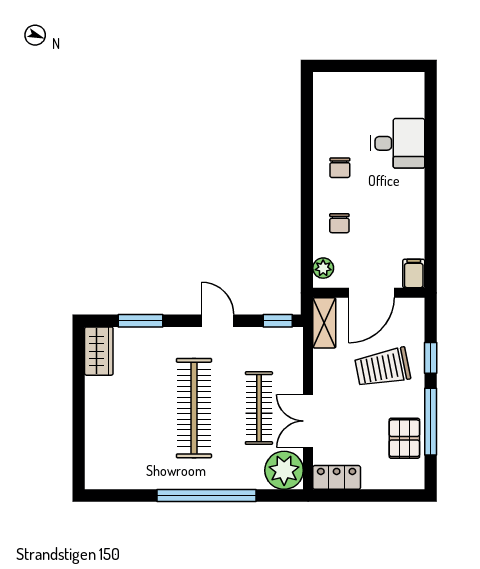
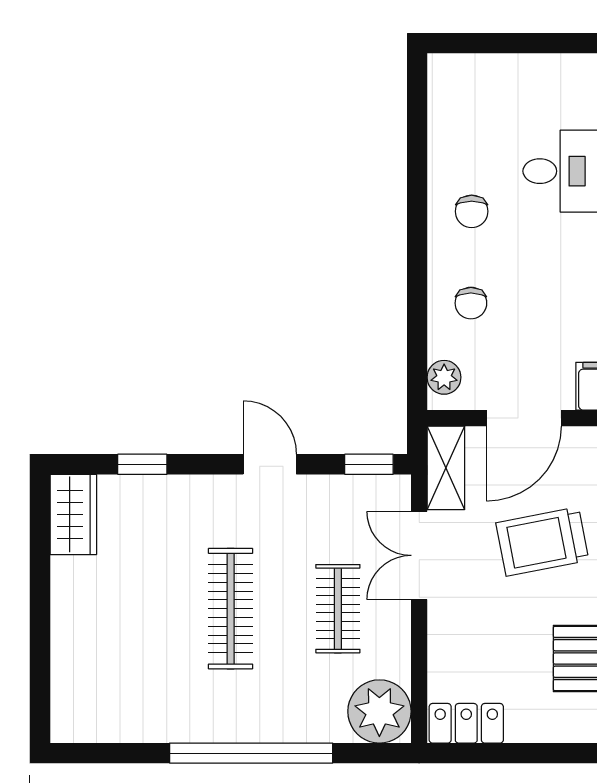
window: (141, 321) -> (142, 464), width x0.67
clothes rail: (194, 408) -> (231, 609), width x0.73, depth x0.76
clothes rail: (259, 408) -> (338, 609), width x0.73
double door: (308, 421) -> (419, 555), moved

